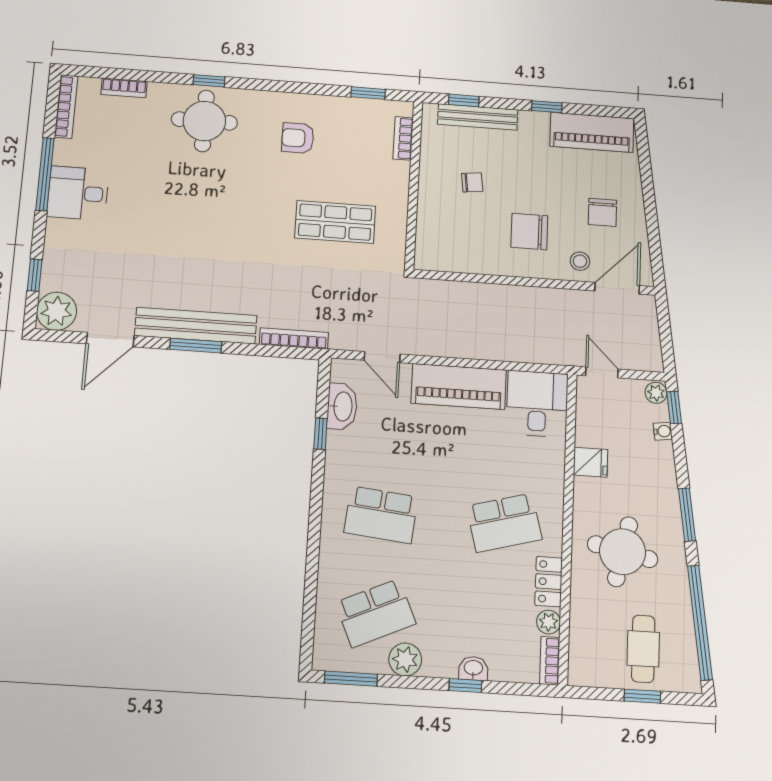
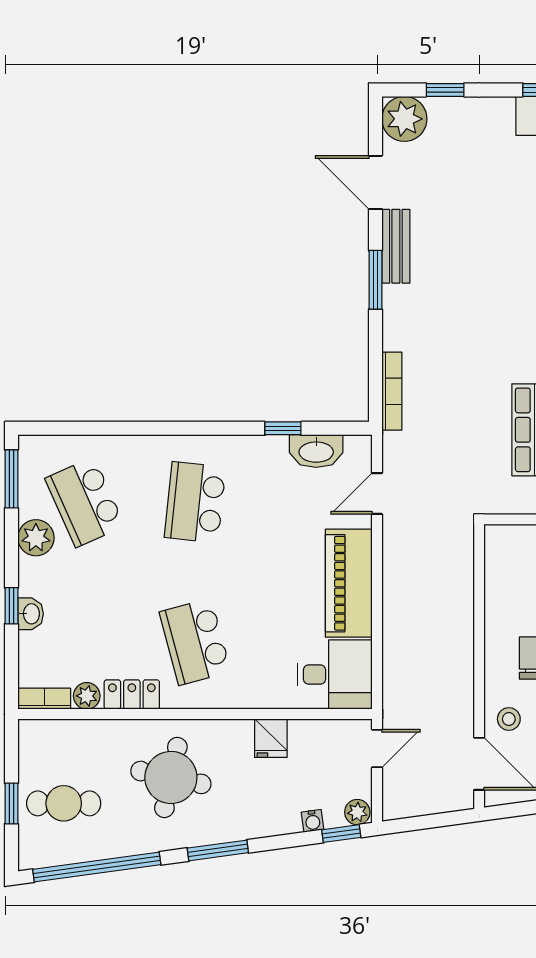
bench: (196, 326) -> (396, 246), width x0.54, depth x0.82

